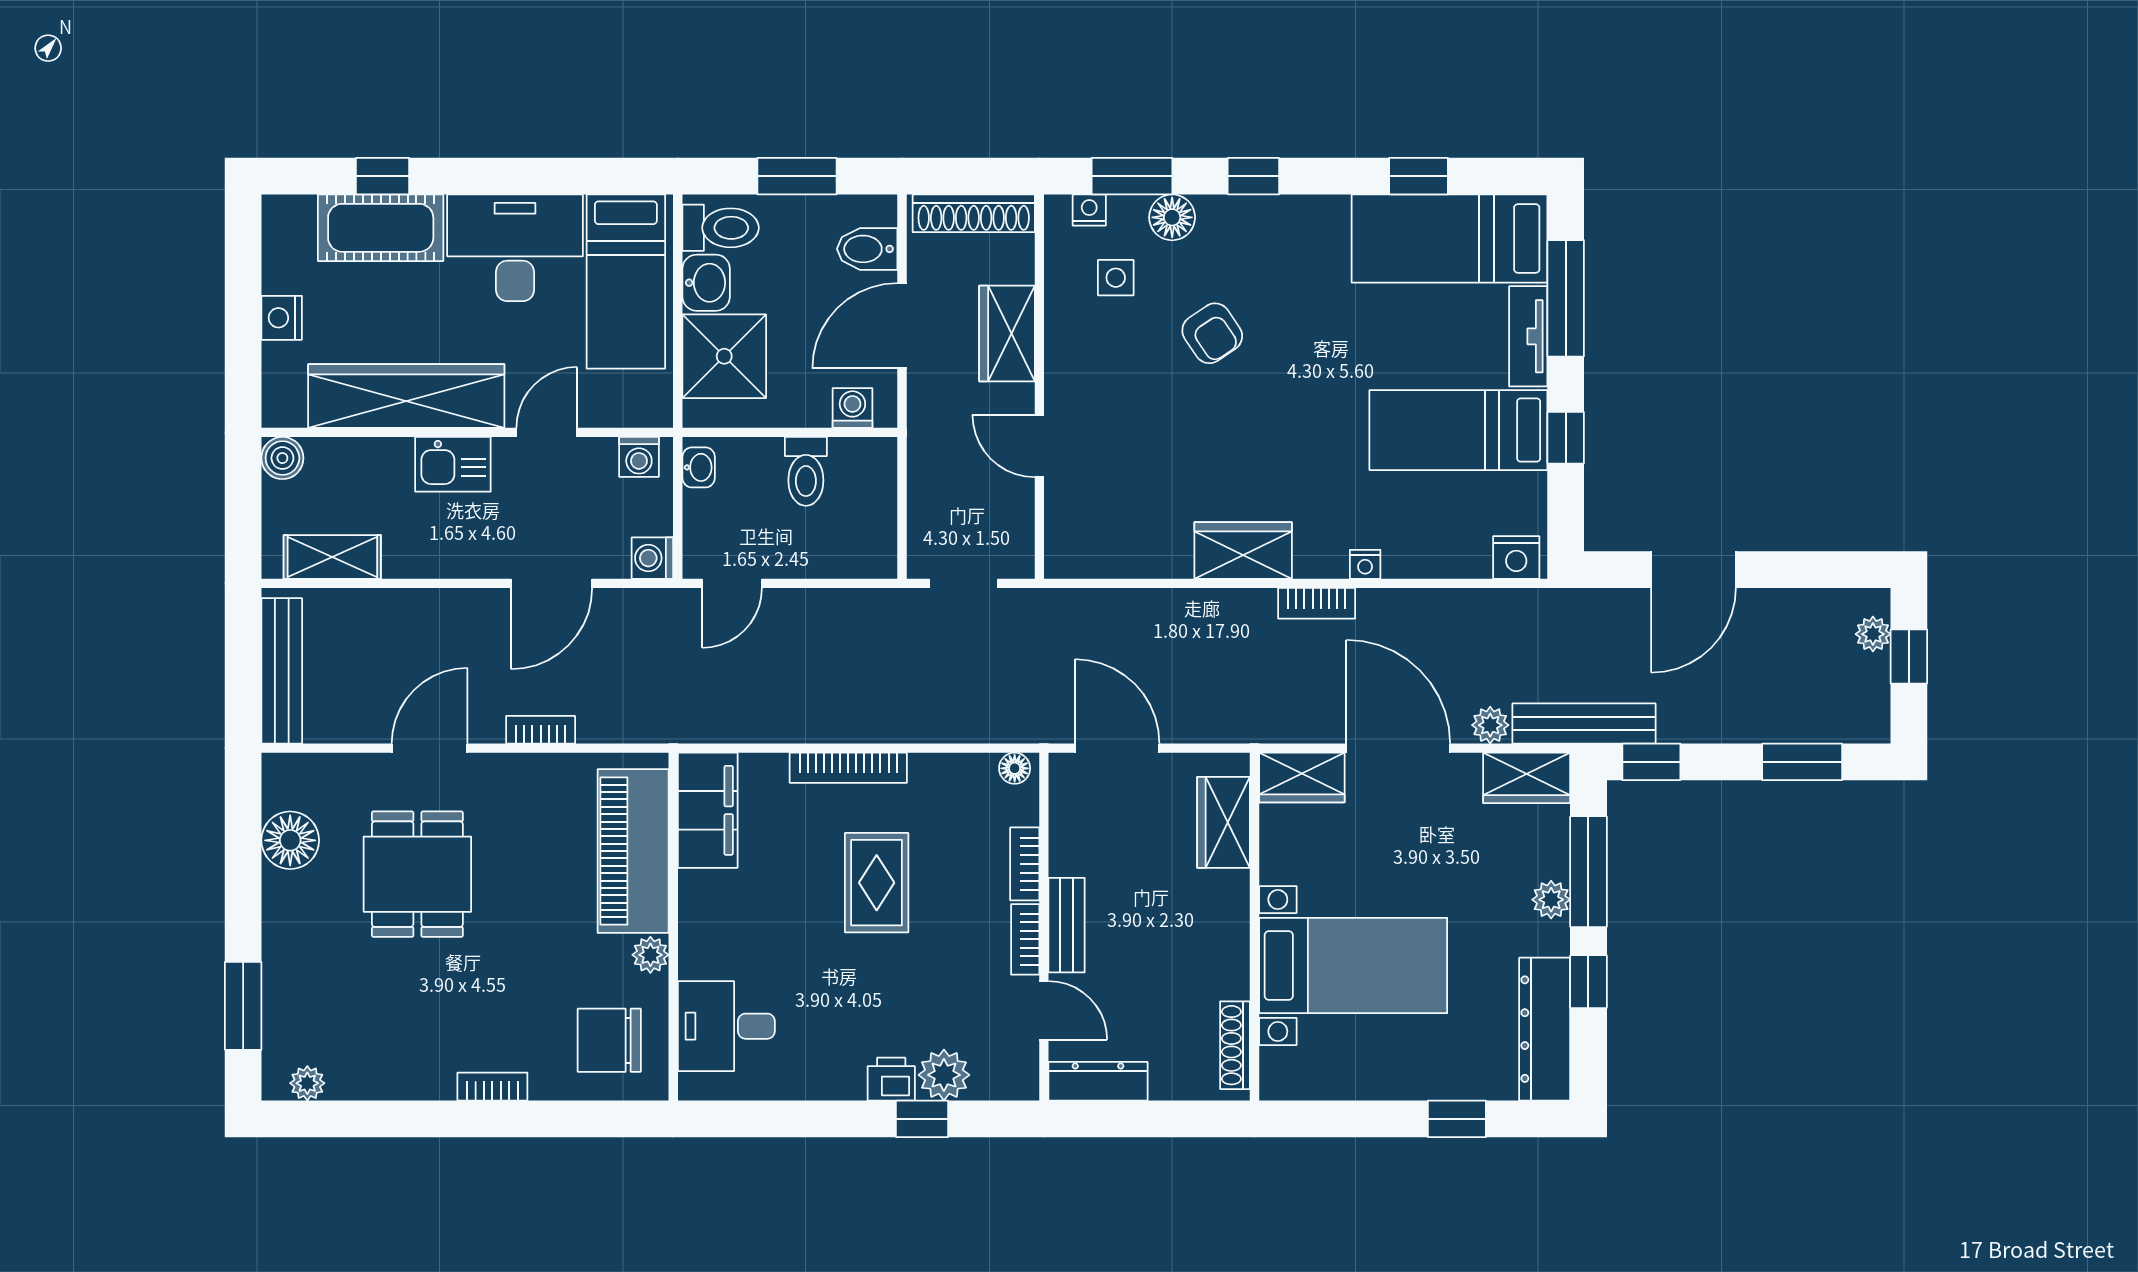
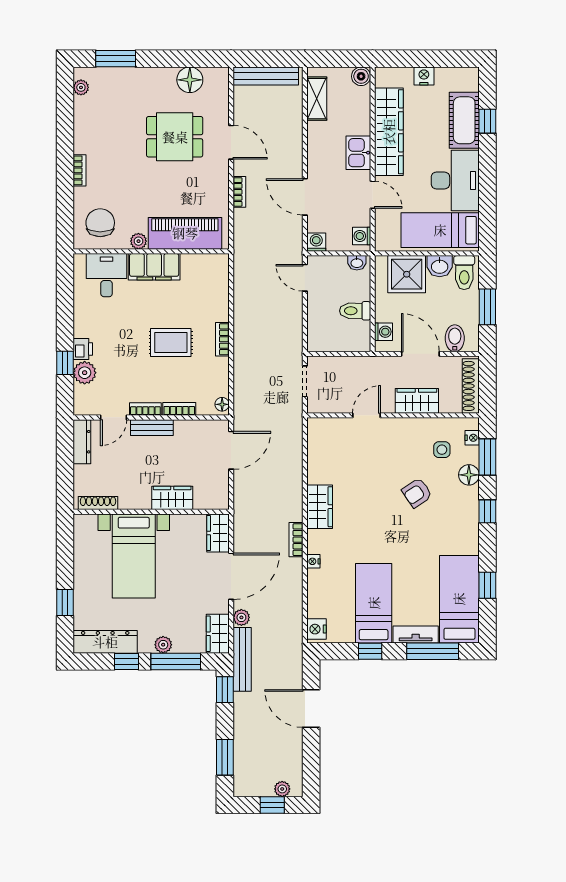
bookcase: (848, 768) -> (222, 339), width x0.64
filing cabinet: (708, 810) -> (154, 267), moved
wardrobe: (1223, 822) -> (172, 498), moved

